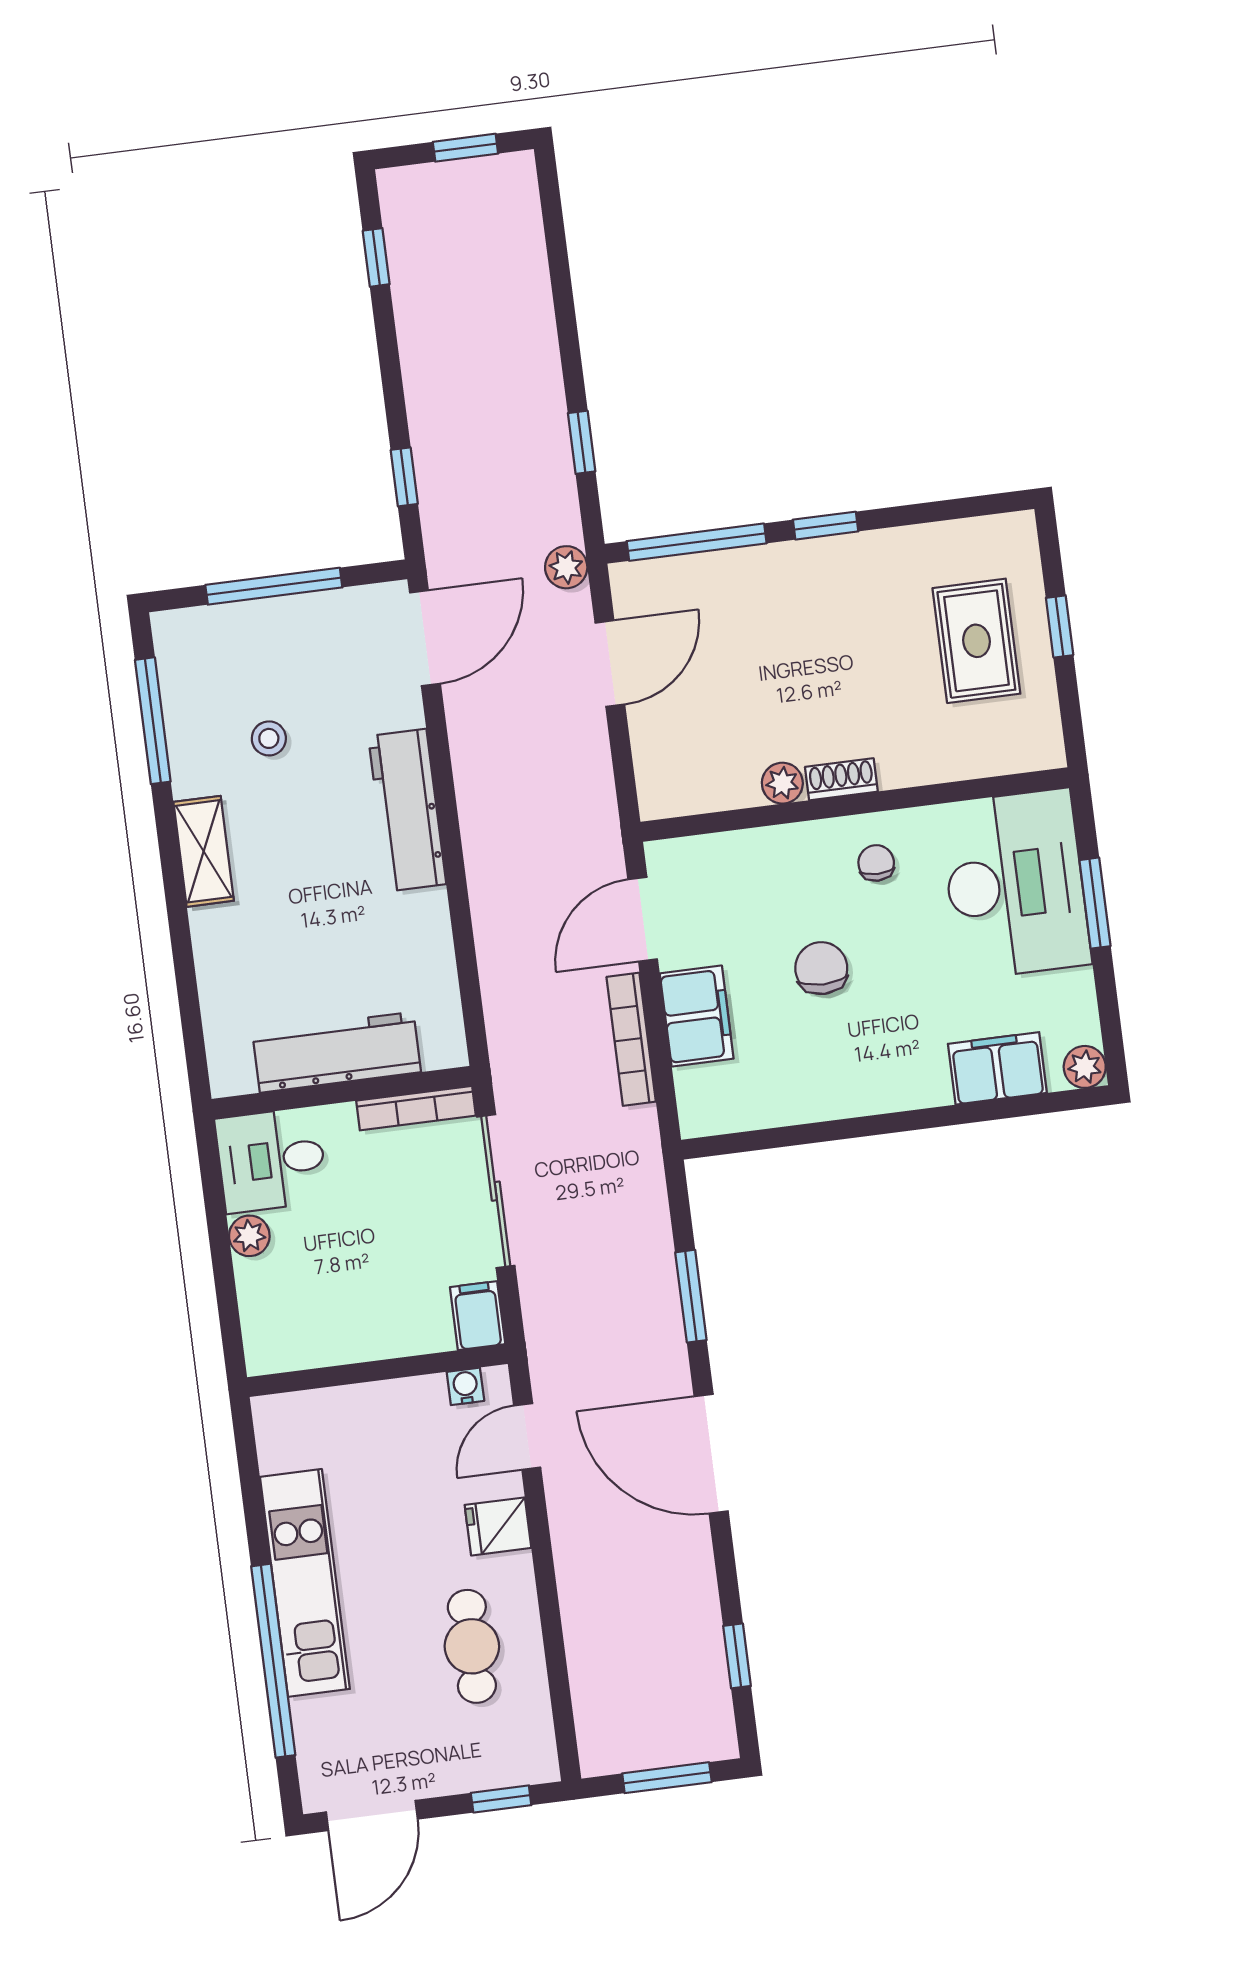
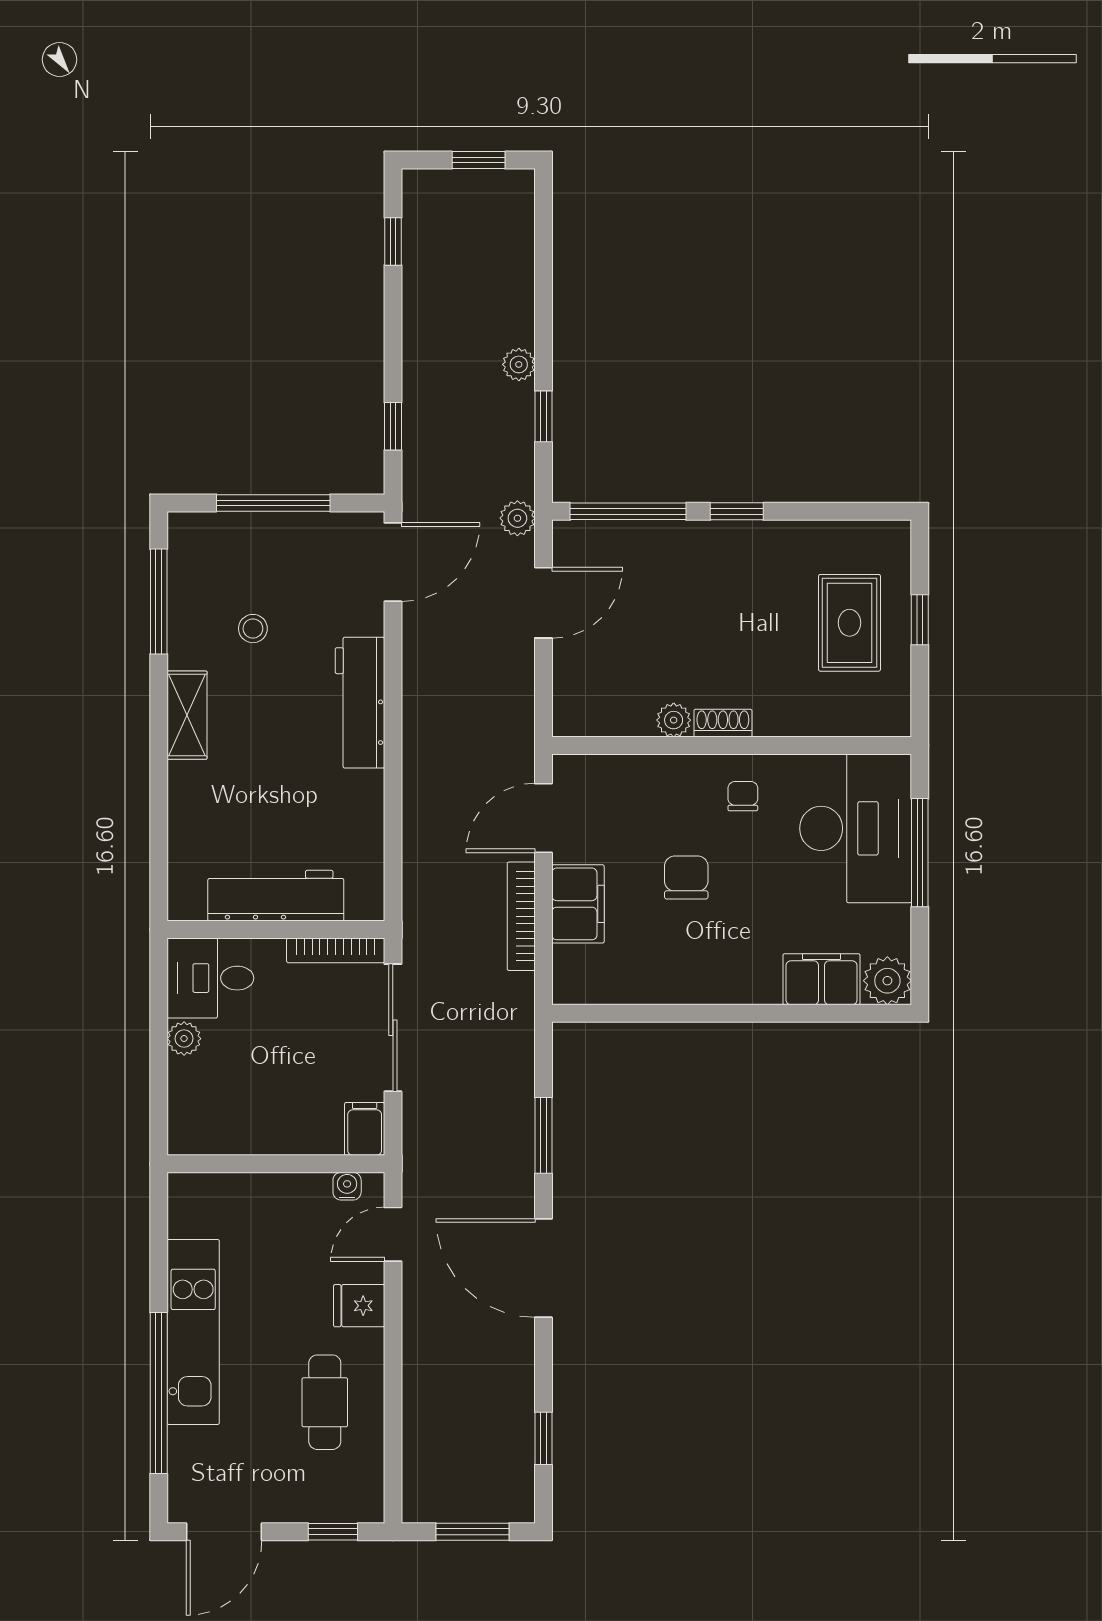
plant: (544, 384) -> (519, 364), added
window: (1095, 903) -> (920, 853), width x1.44
plant: (1085, 1067) -> (887, 981), width x1.38, depth x1.38

